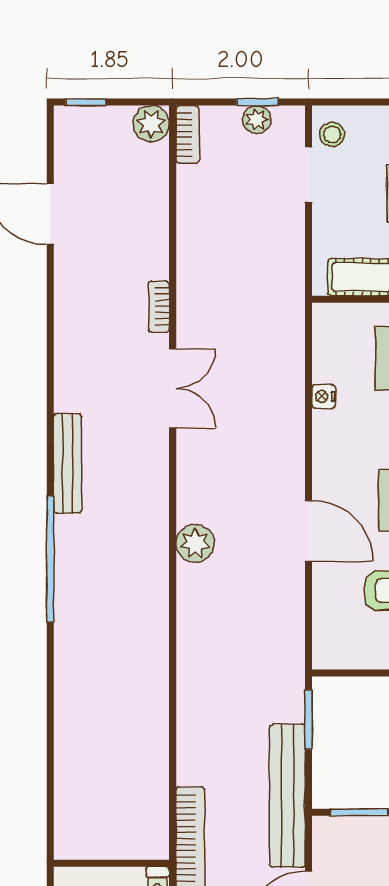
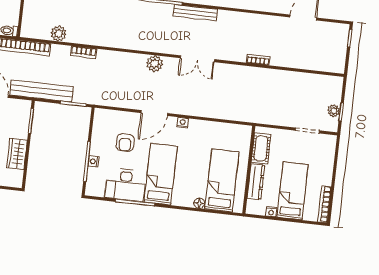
plant: (151, 124) -> (59, 34), moved
bookcase: (188, 134) -> (84, 52), moved
stool: (332, 135) -> (324, 143), removed
double door: (173, 388) -> (197, 59), moved
nightstand: (323, 396) -> (183, 123), moved

